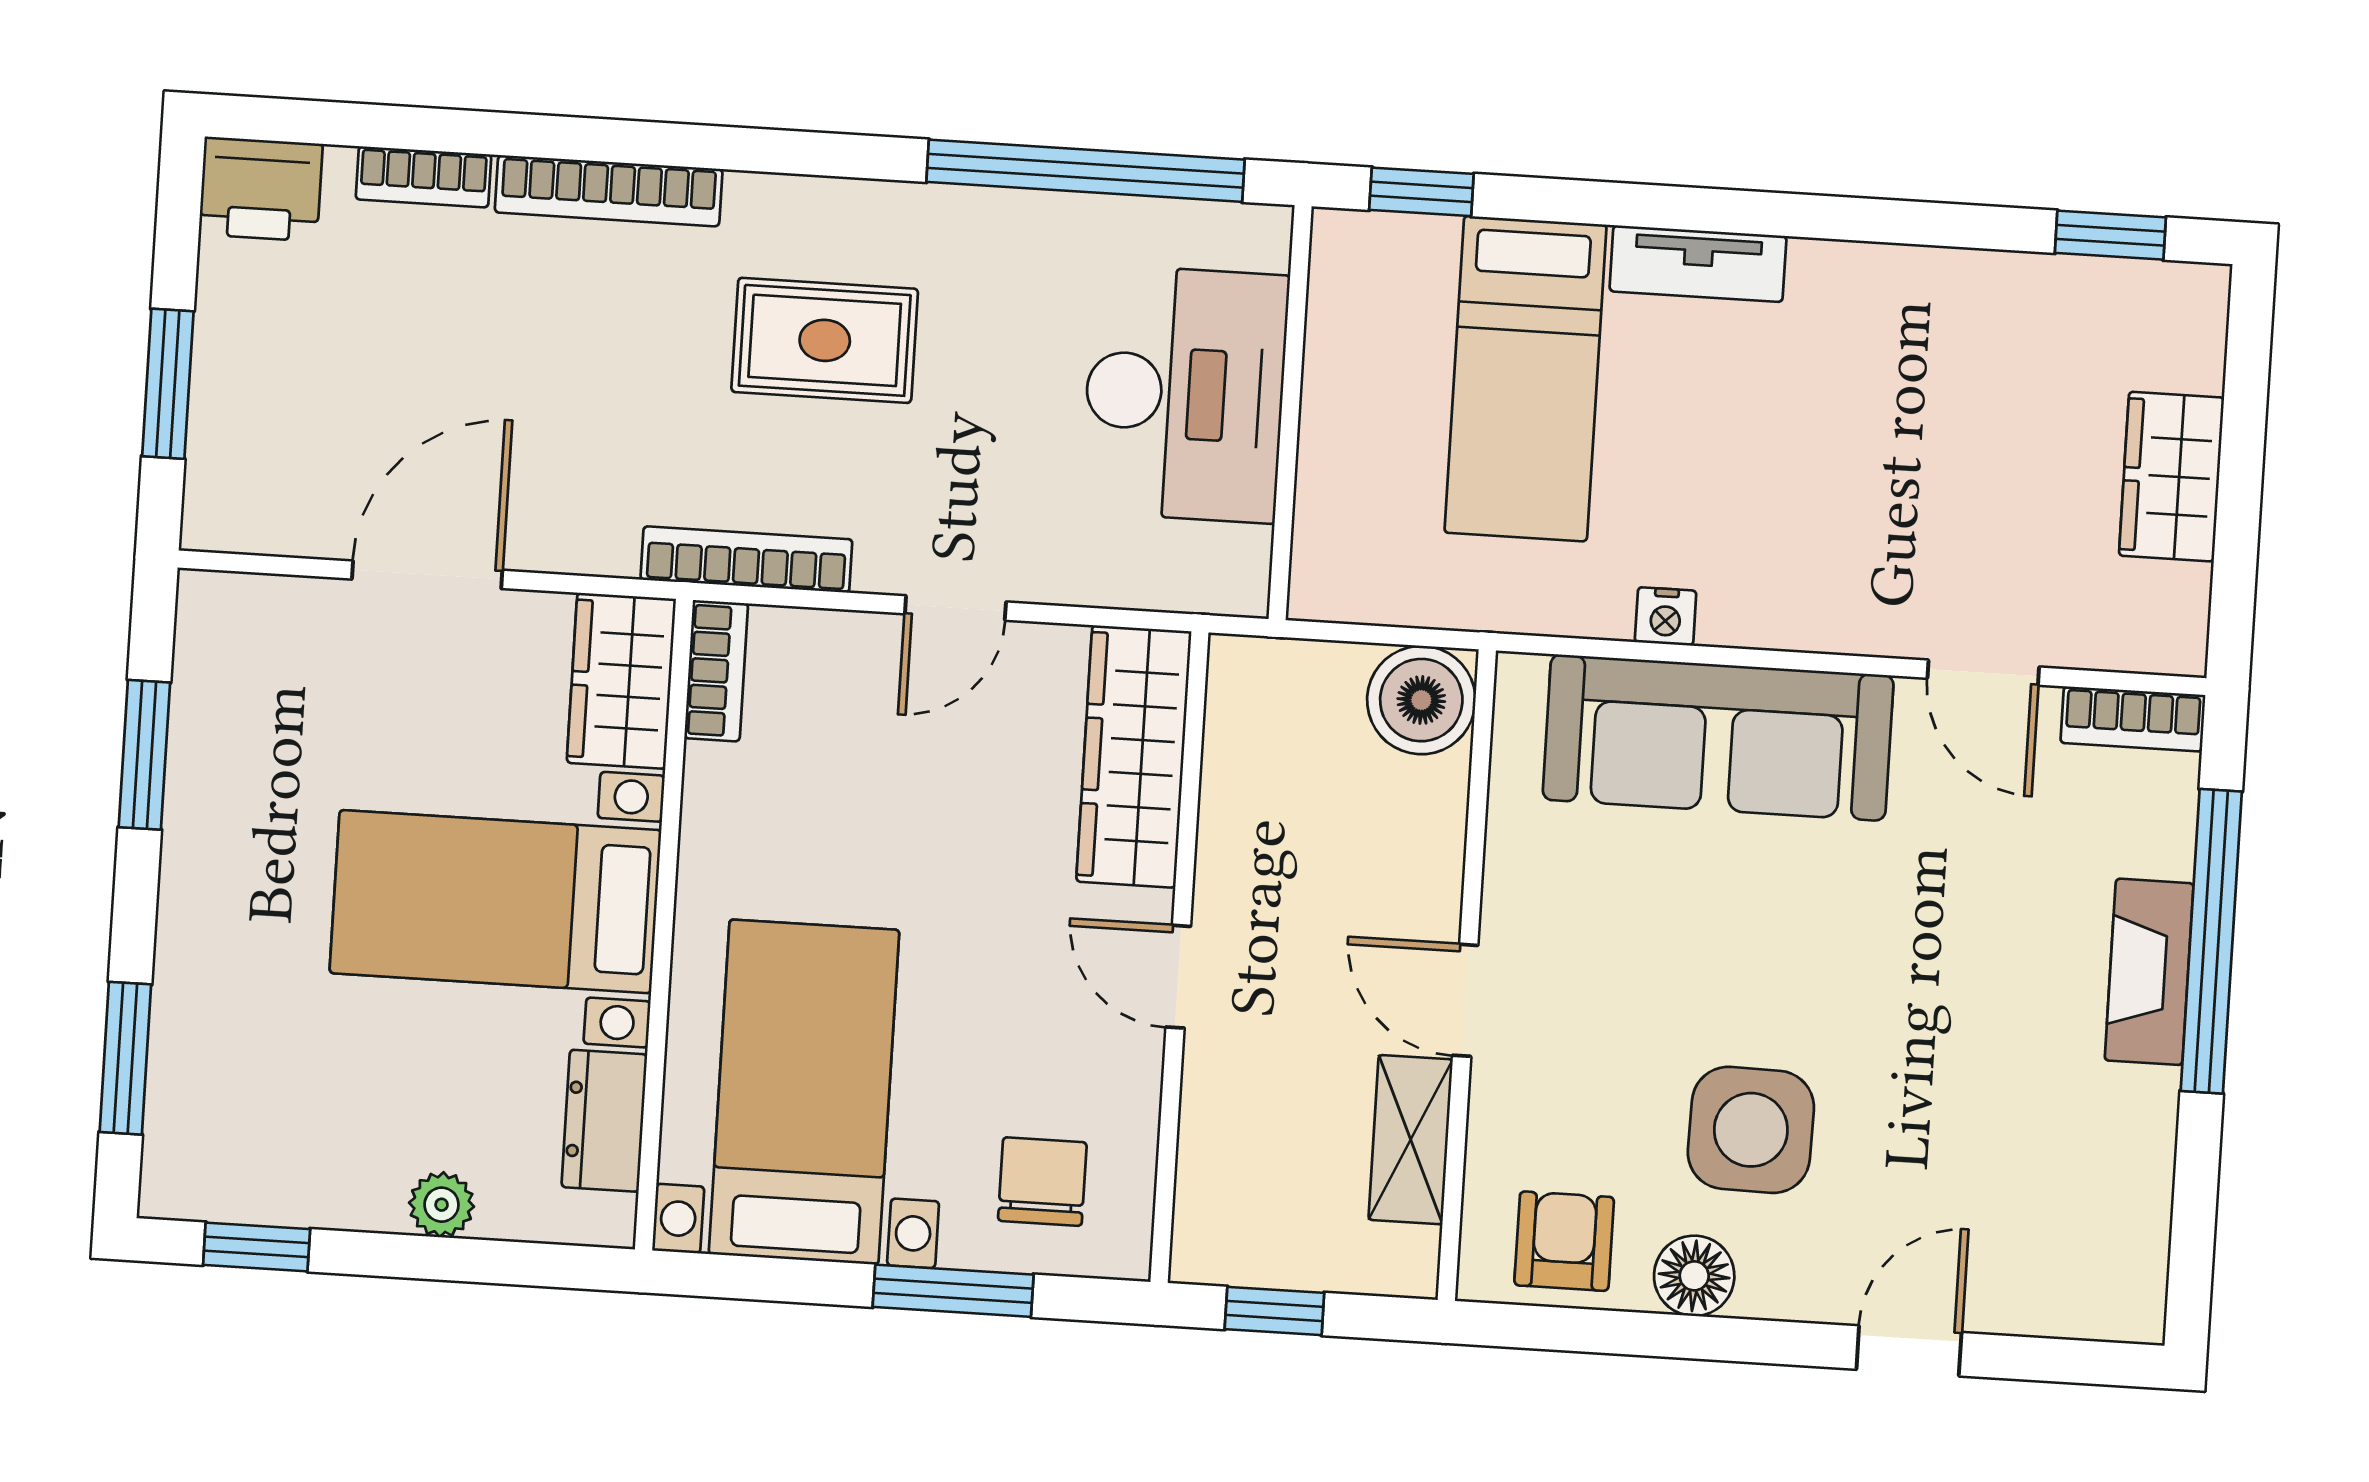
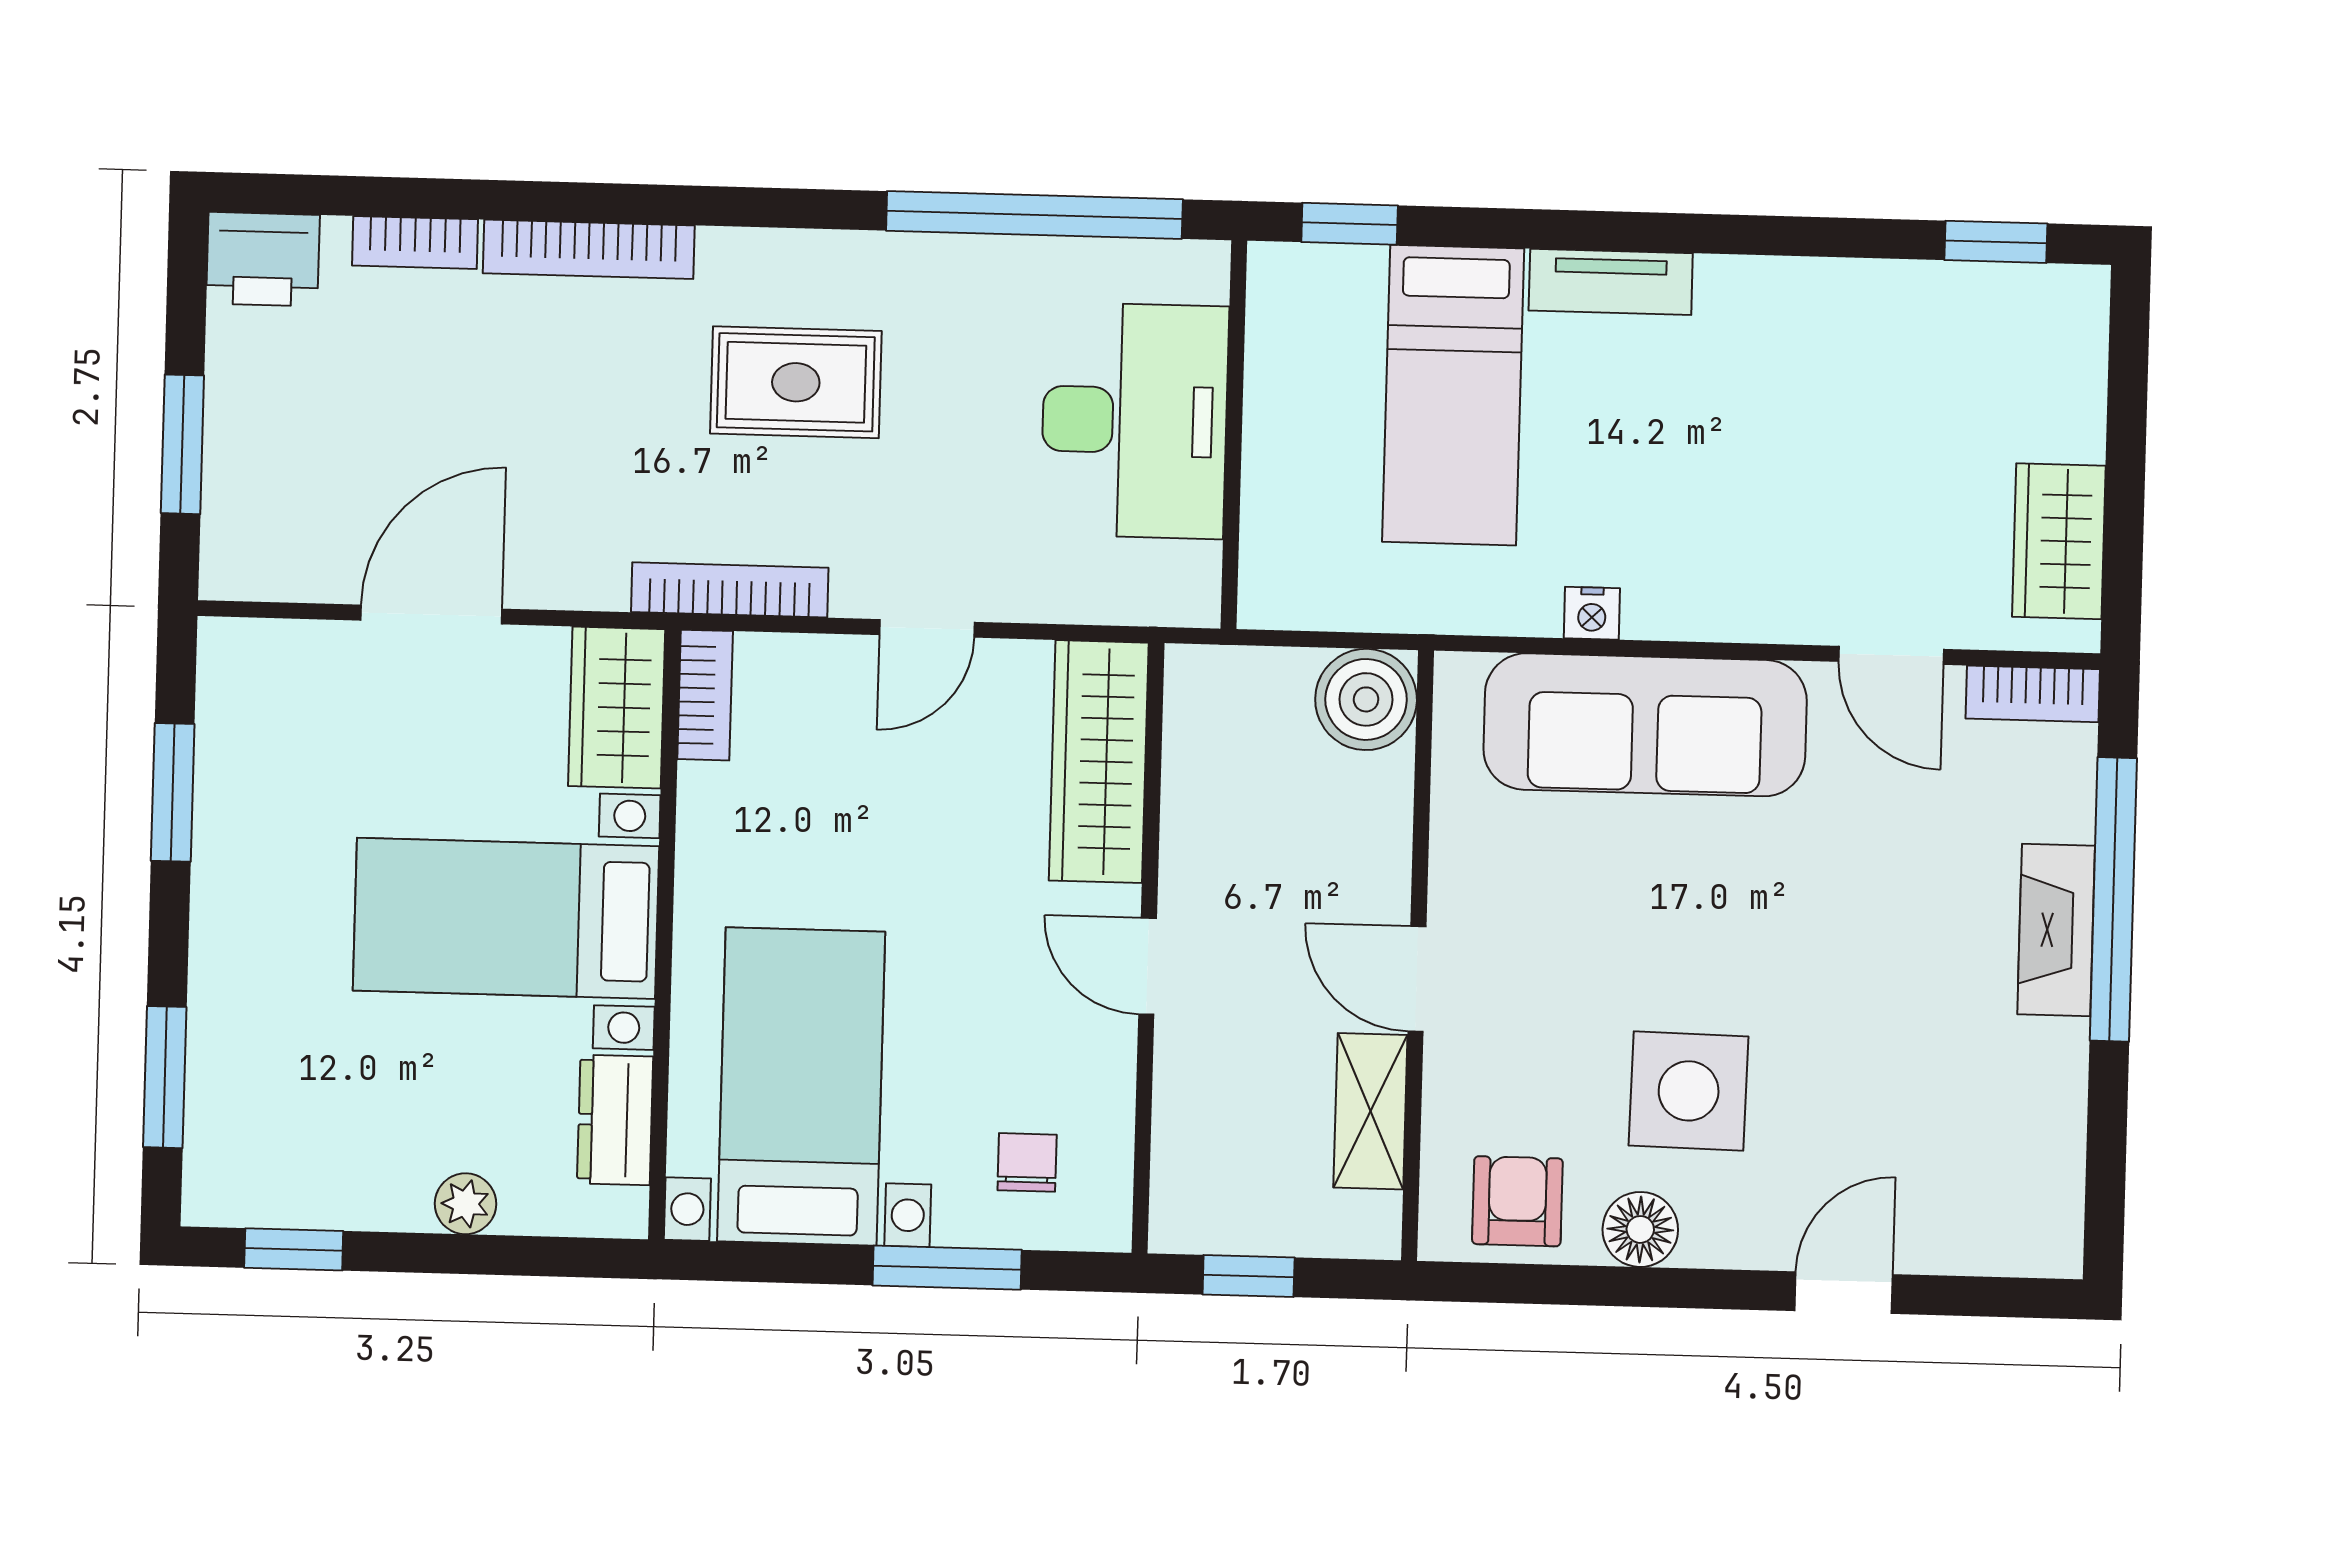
wardrobe: (2172, 477) -> (2059, 541), moved
chair: (1042, 1182) -> (1027, 1162), width x0.73, depth x0.73

